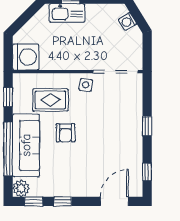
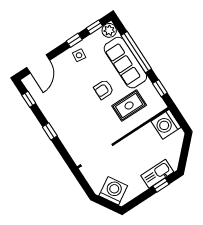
washing machine: (127, 22) -> (113, 191), width x1.89, depth x1.89
side table: (86, 85) -> (79, 55), moved
armchair: (65, 133) -> (104, 89), turned -90

